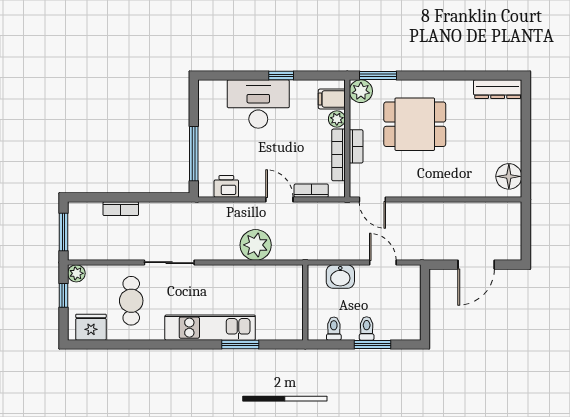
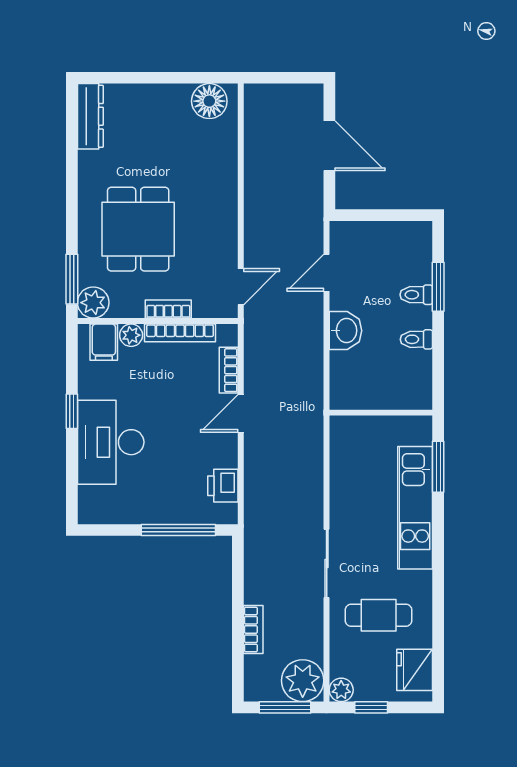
plant: (256, 245) -> (303, 681), moved
wall: (305, 302) -> (381, 413), moved

